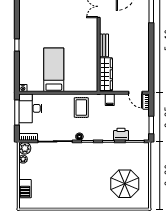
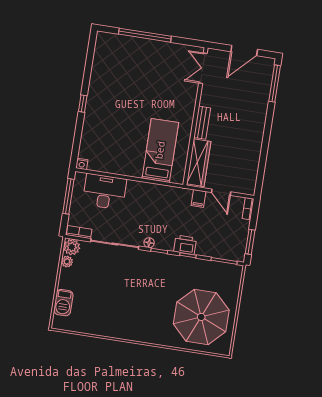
bed: (54, 70) -> (160, 150), moved
door: (135, 93) -> (221, 192), moved
desk: (30, 108) -> (105, 192), moved, turned 90
rug: (81, 108) -> (158, 203), removed
printer: (121, 134) -> (185, 245), moved
parasol: (125, 184) -> (201, 317), width x1.36, depth x1.36

